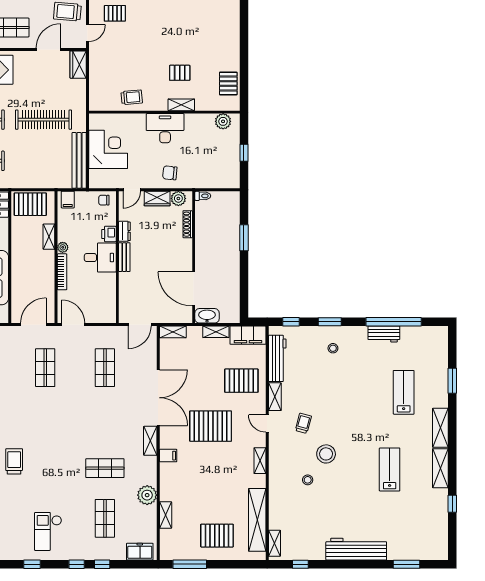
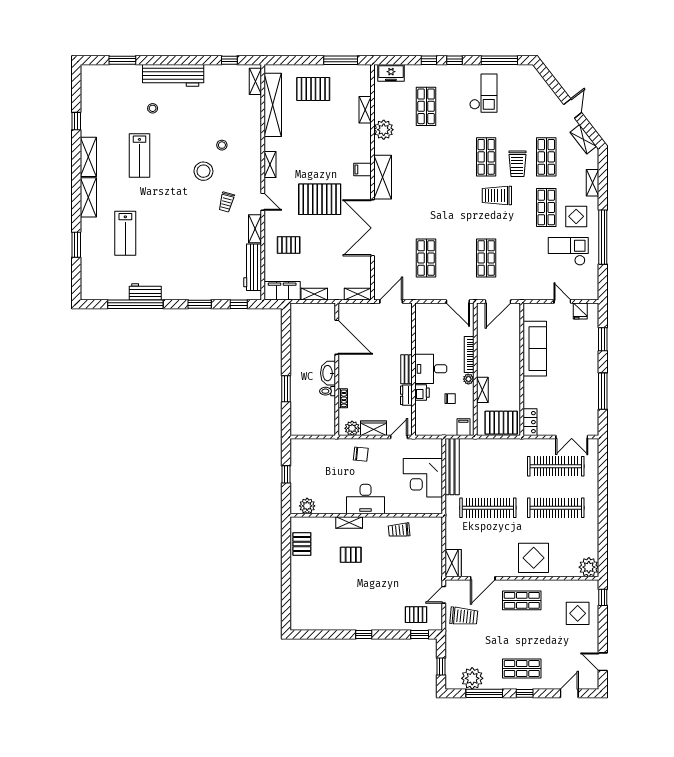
toilet: (203, 196) -> (328, 391), moved
chair: (104, 200) -> (450, 399), moved
shoe rack: (188, 224) -> (343, 398), width x0.70
washbasin: (207, 316) -> (328, 373), moved, turned 90
stool: (333, 348) -> (153, 108), moved
pallet: (241, 381) -> (289, 245), width x0.67, depth x0.71
trolley: (35, 430) -> (497, 196), added
shelving: (150, 441) -> (383, 177), width x1.50, depth x1.33
shop shelf: (105, 468) -> (486, 157), moved, turned 90
window: (32, 564) -> (499, 60), width x2.17

